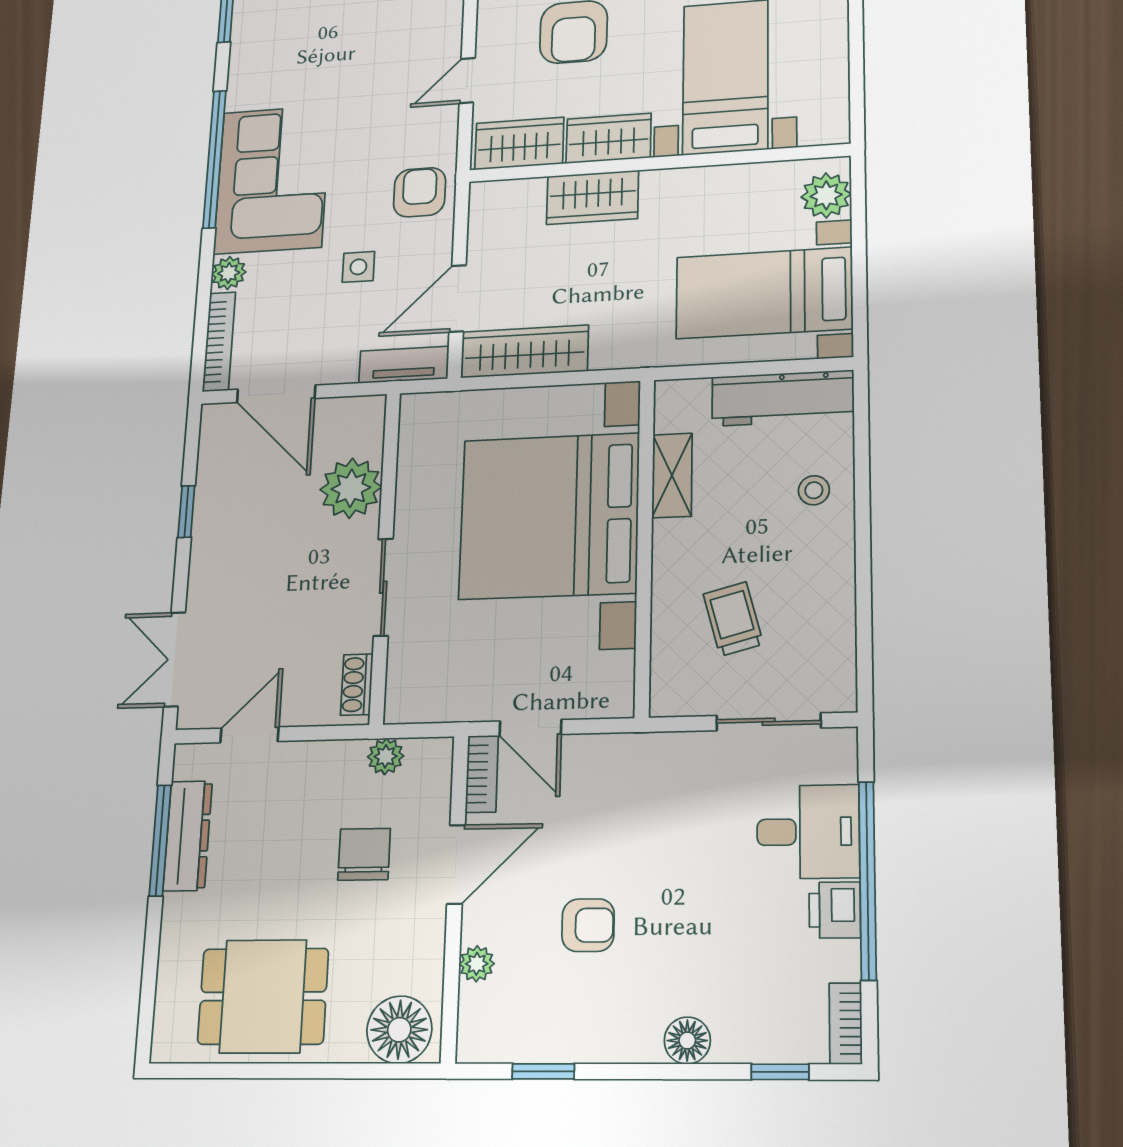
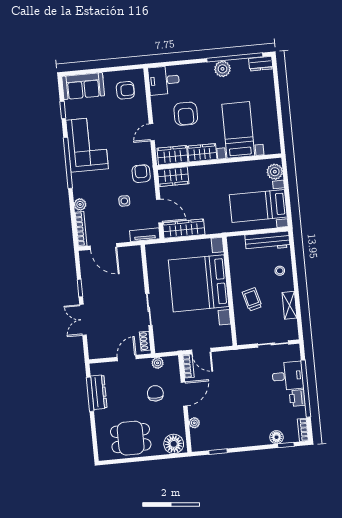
corner sofa: (272, 179) -> (87, 145), moved
wardrobe: (593, 197) -> (173, 177), moved
door: (458, 298) -> (159, 211), swing flipped
shelving: (672, 475) -> (289, 305), moved
plant: (351, 488) -> (133, 277), removed
trolley: (733, 619) -> (252, 299), moved
double door: (175, 659) -> (83, 320), moved
door: (249, 735) -> (127, 358), moved
armchair: (588, 925) -> (226, 409), removed
floor lamp: (687, 1041) -> (277, 437), moved

